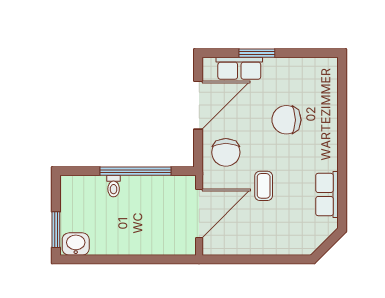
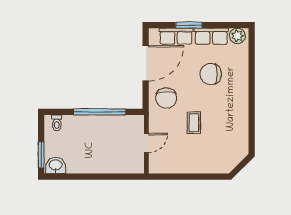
plant: (323, 68) -> (237, 36), added
toilet: (114, 186) -> (57, 123), moved
row of seats: (327, 195) -> (211, 36), moved, turned -90
door: (199, 213) -> (146, 143), width x0.53

